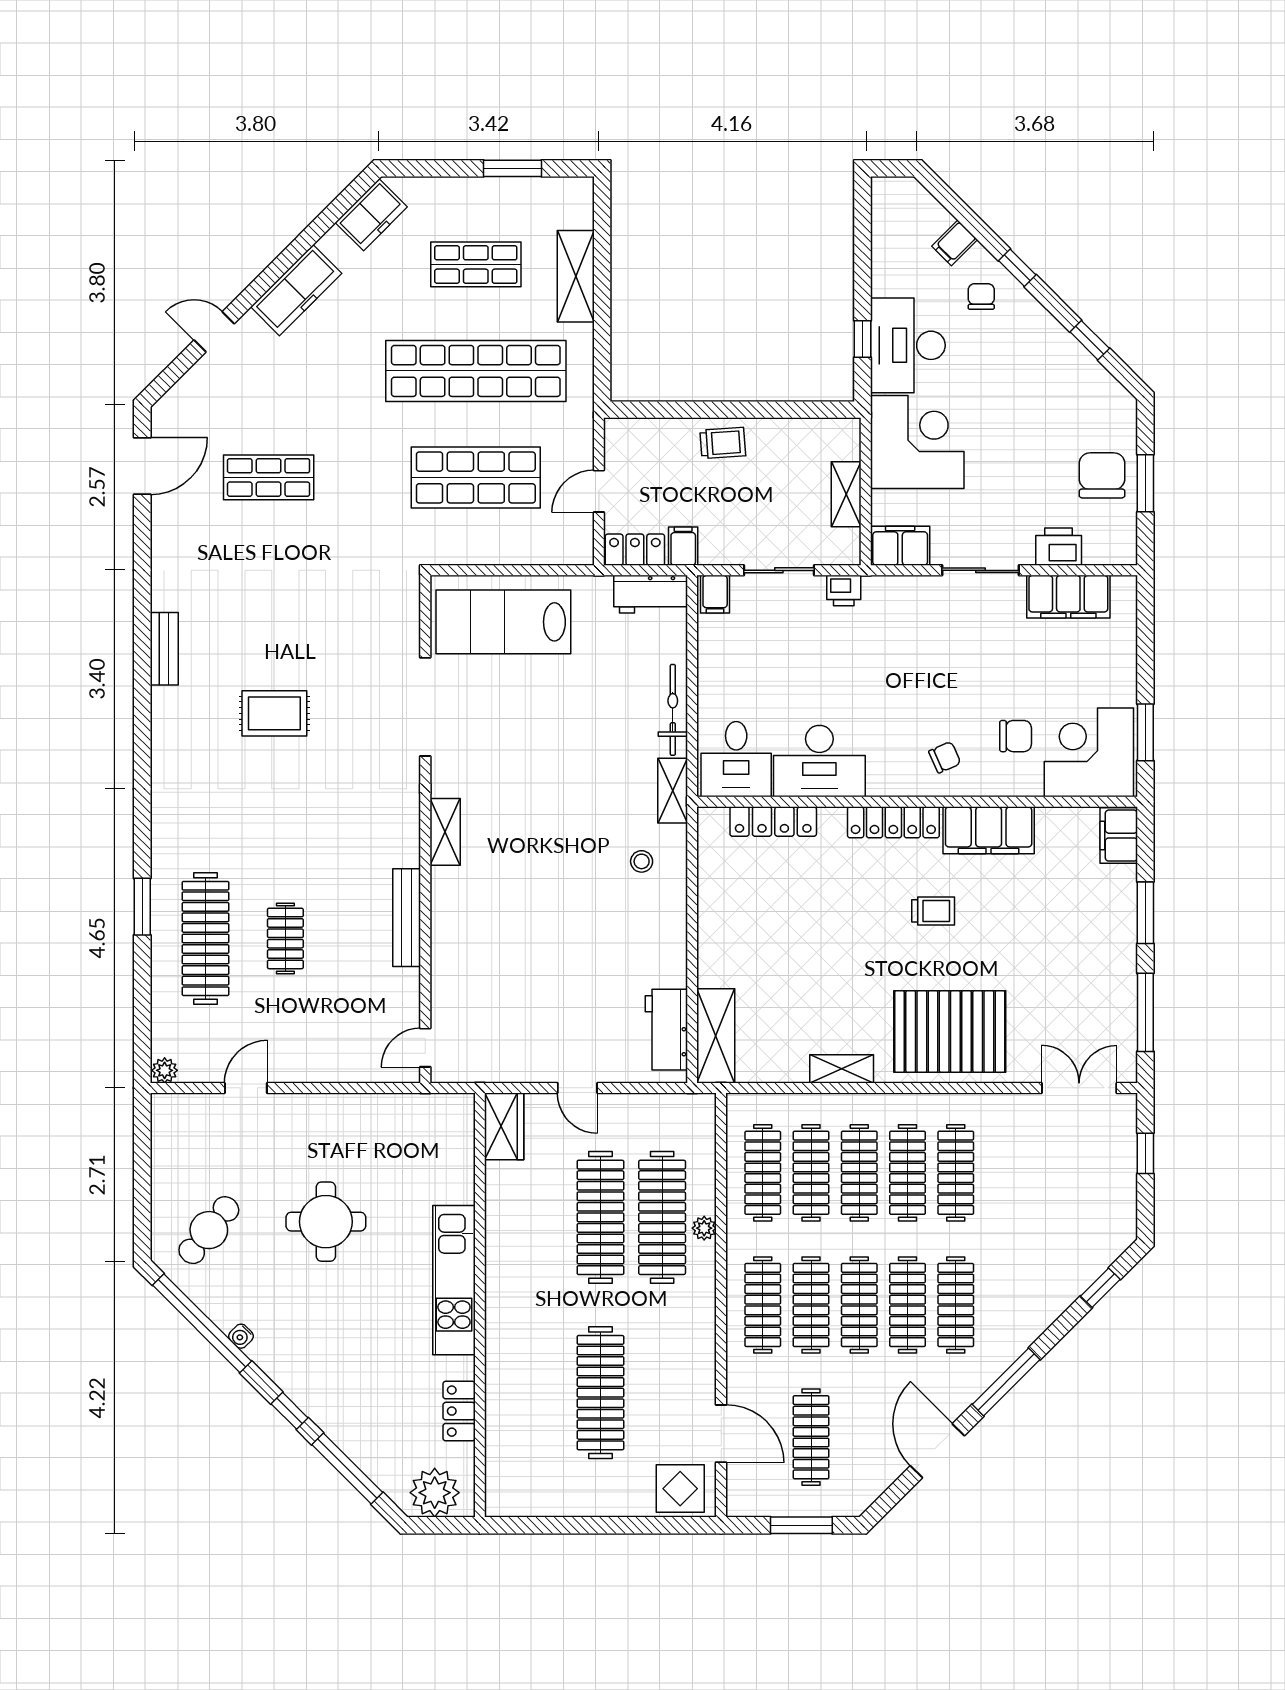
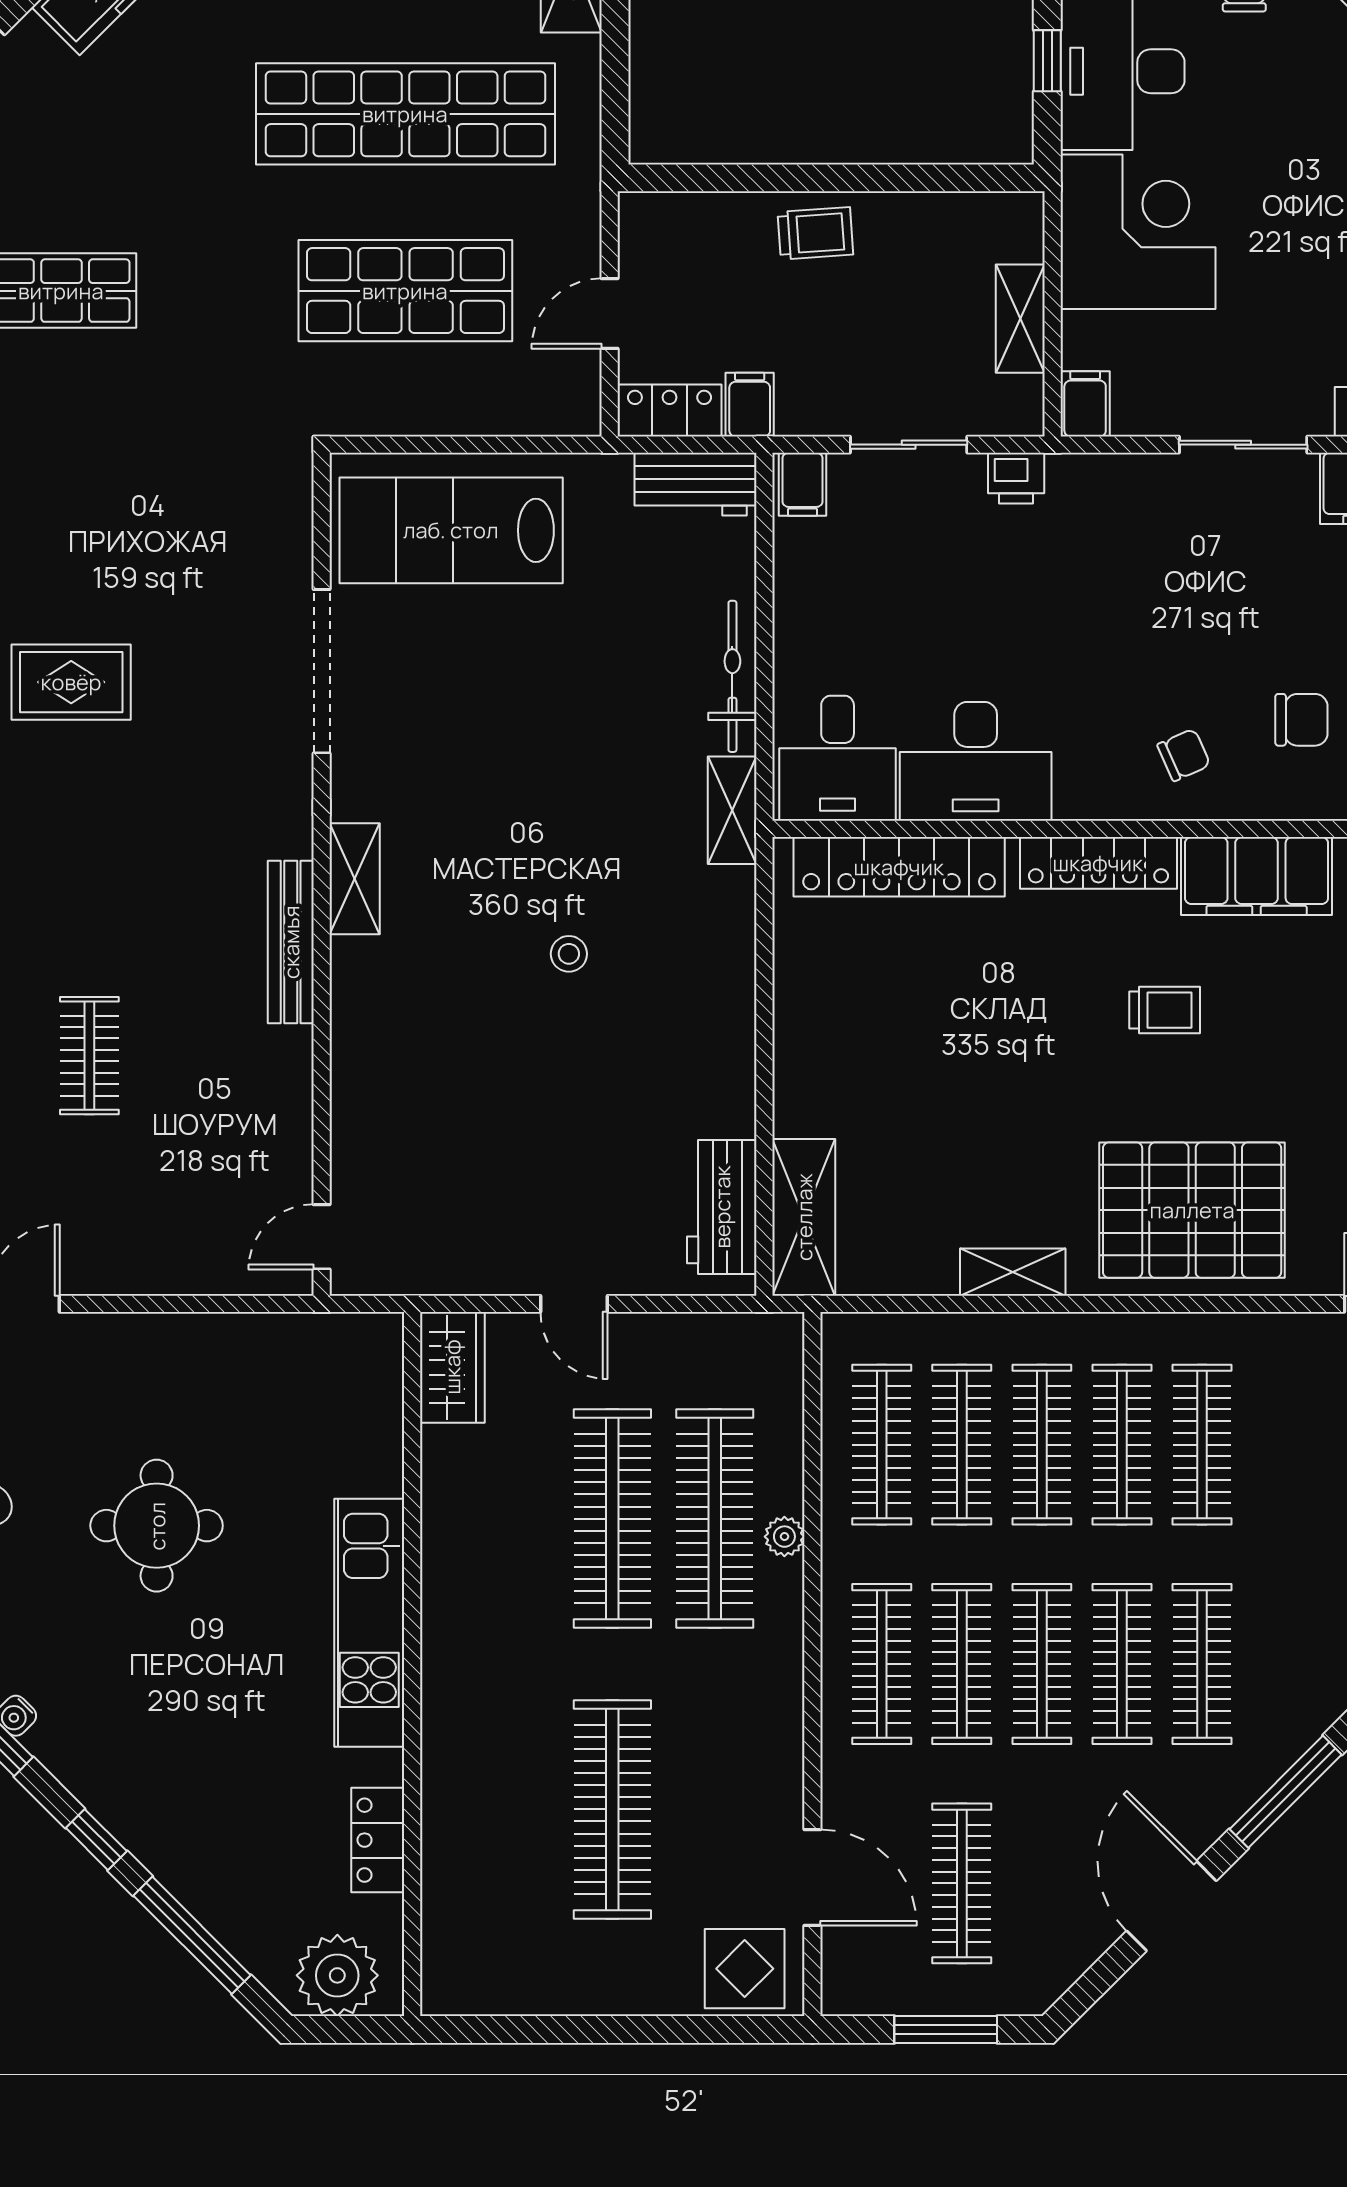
filing cabinet: (900, 546) -> (1085, 404), width x0.50
locker: (773, 822) -> (899, 867), width x1.41, depth x1.21
stool: (642, 861) -> (569, 954), moved
bench: (407, 918) -> (291, 942), moved

